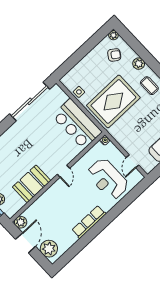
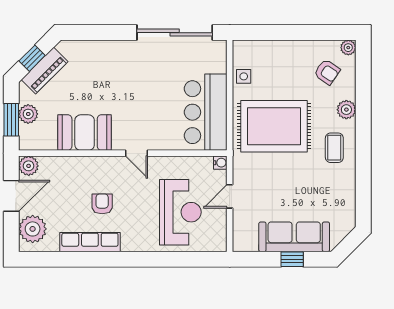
door: (132, 161) -> (230, 196), moved
door: (63, 171) -> (136, 153), hinge flipped
reception desk: (108, 179) -> (180, 212), turned 180
armchair: (69, 208) -> (102, 204), added
row of seats: (89, 222) -> (90, 242), moved

